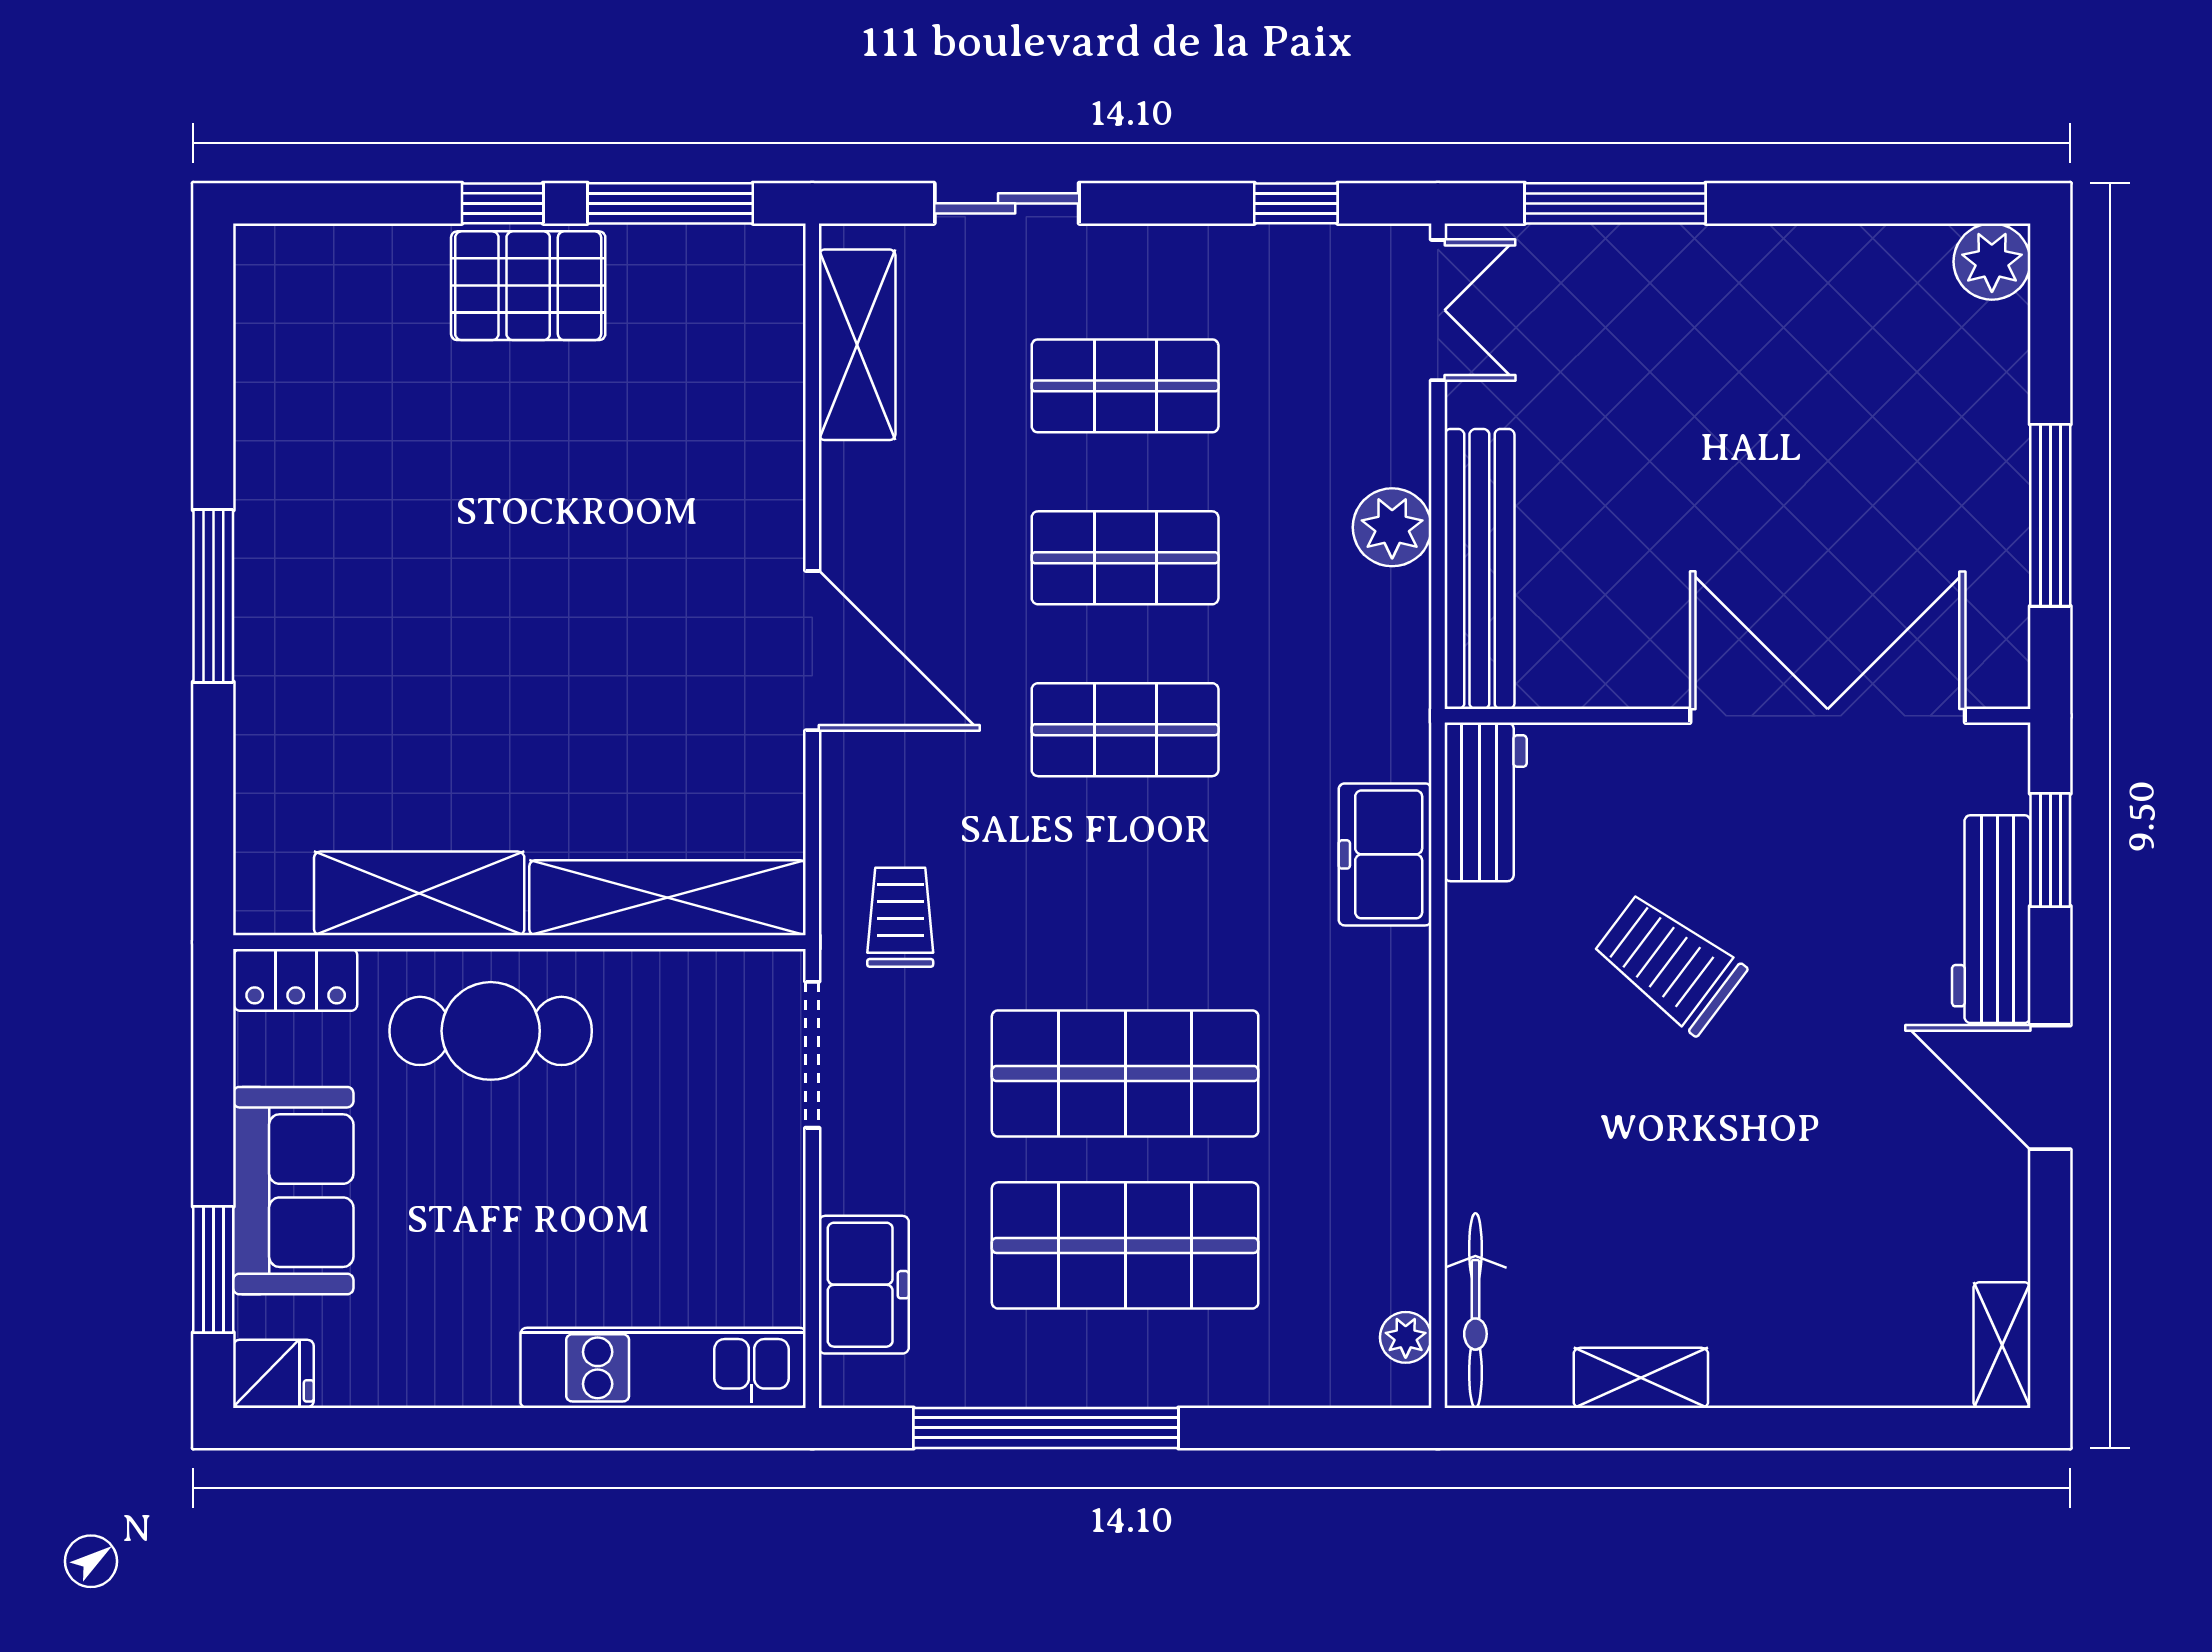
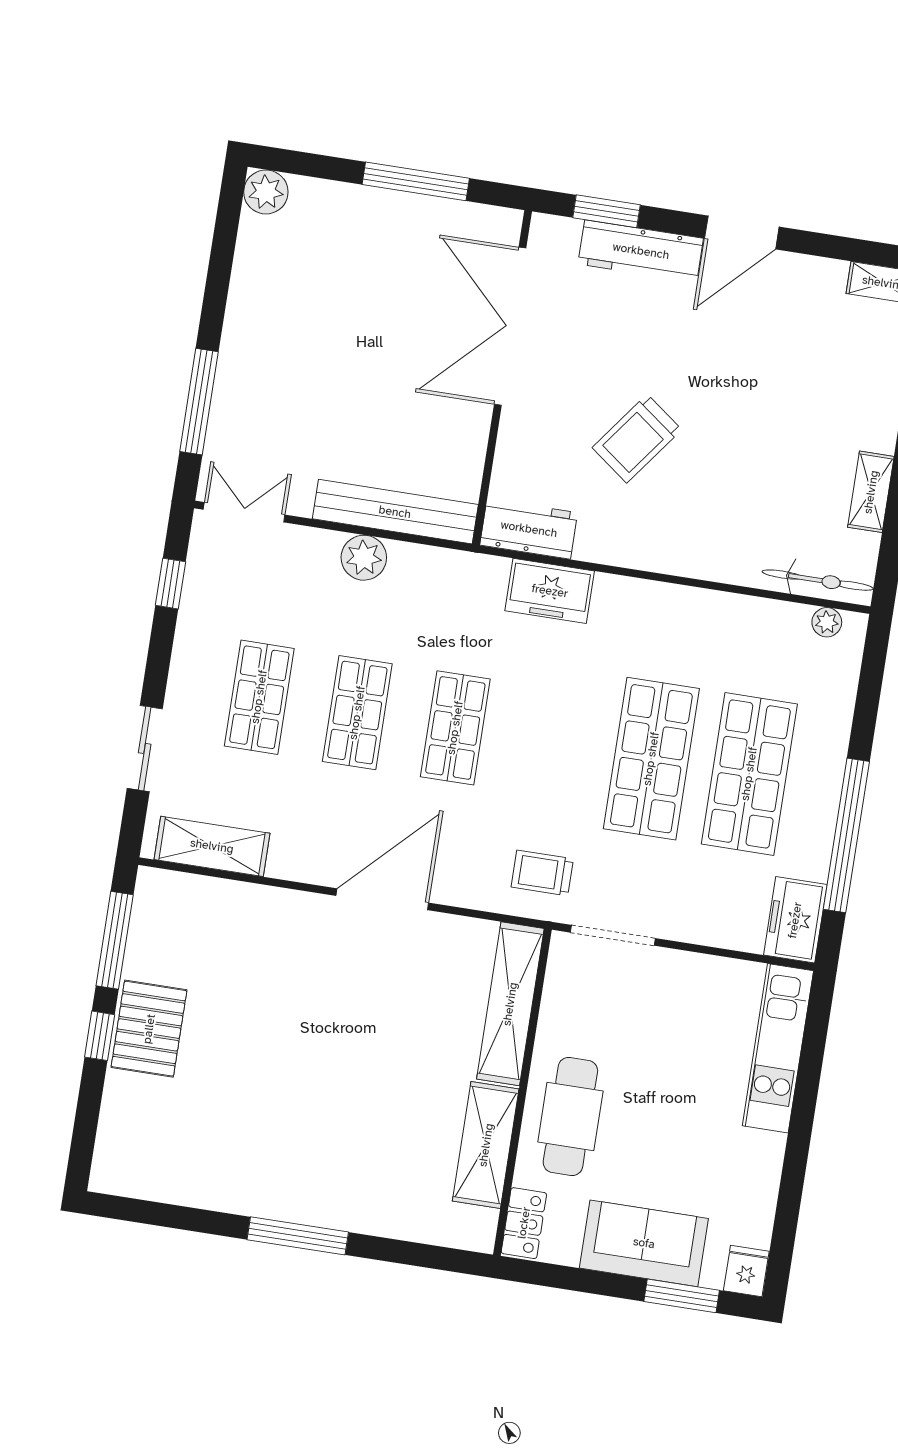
freezer: (864, 1285) -> (795, 920), moved, turned -90

